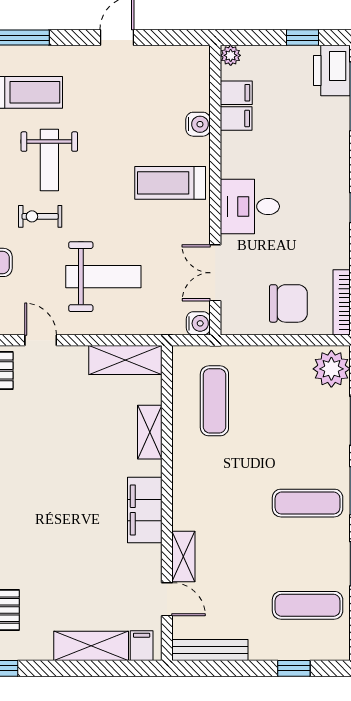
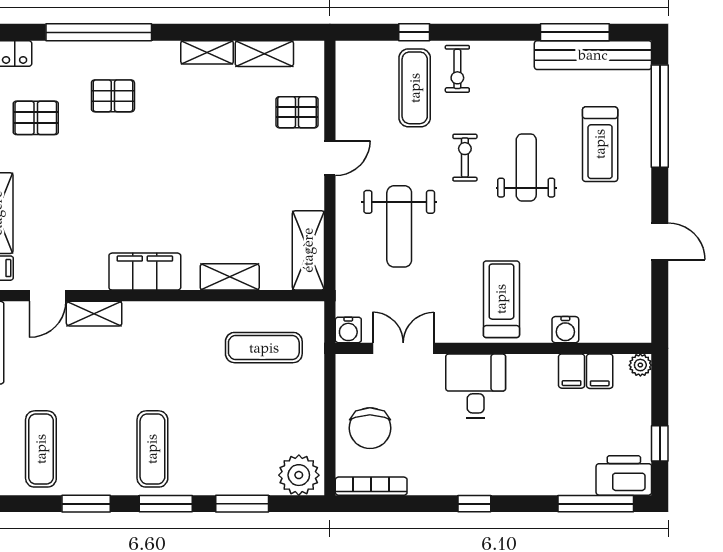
weight bench: (49, 160) -> (526, 167), turned 90

